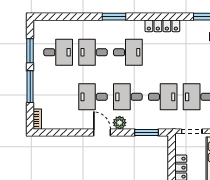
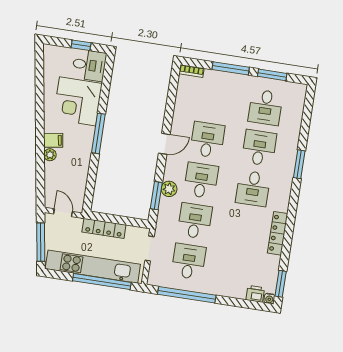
window: (114, 17) -> (299, 164), moved
desk: (163, 97) -> (195, 221), turned 180
plant: (120, 123) -> (169, 189), moved

